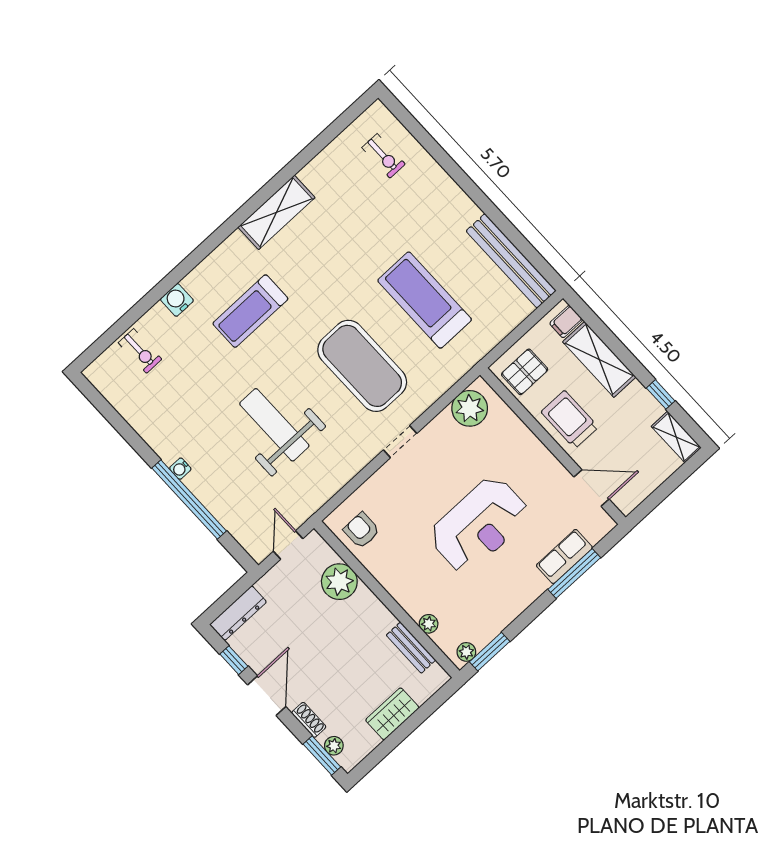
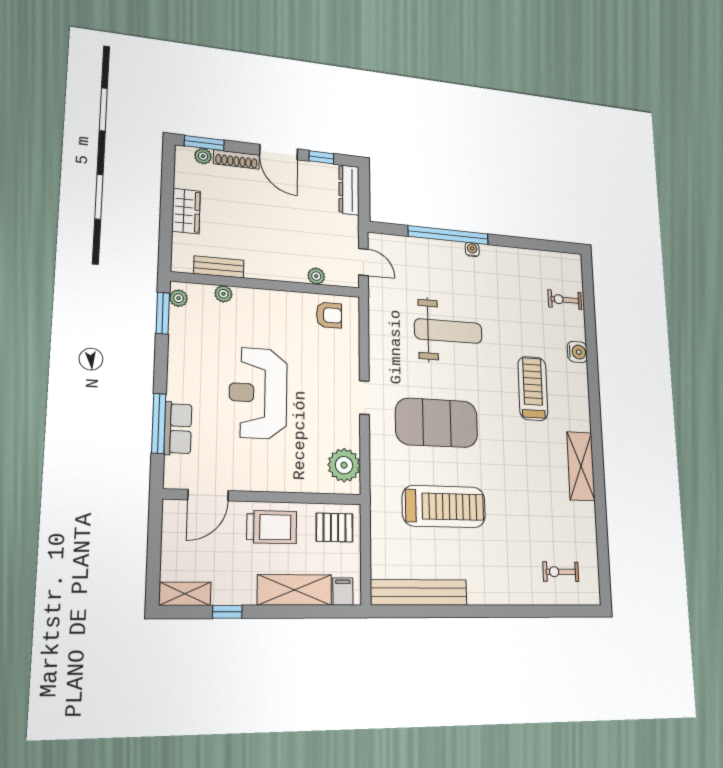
pallet: (525, 372) -> (334, 528), turned 90
plant: (339, 582) -> (316, 276), width x0.53, depth x0.53
shoe rack: (309, 720) -> (236, 159), width x1.43

